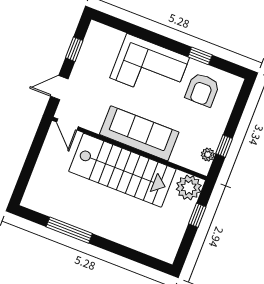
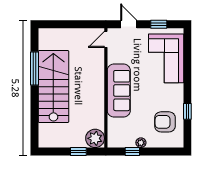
corner sofa: (150, 68) -> (166, 58), moved
plant: (208, 155) -> (141, 143), moved
stairs: (122, 170) -> (53, 87), moved, turned 180

